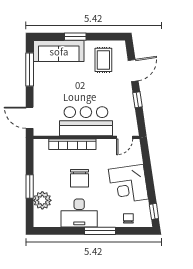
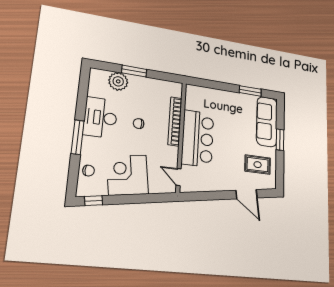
window: (30, 70) -> (250, 91), width x0.69
window: (138, 100) -> (217, 195), removed
door: (30, 118) -> (204, 83), removed
chair: (80, 178) -> (139, 124), width x0.54, depth x0.54

